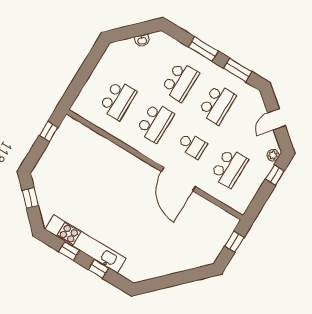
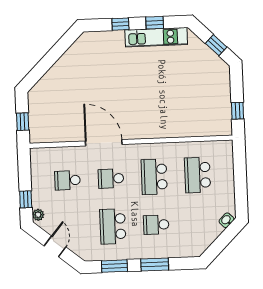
washbasin: (142, 40) -> (226, 220), moved
school desk: (180, 81) -> (156, 225), width x0.54
school desk: (229, 168) -> (68, 180), width x0.54
kitchen unit: (86, 244) -> (156, 37), width x0.73

